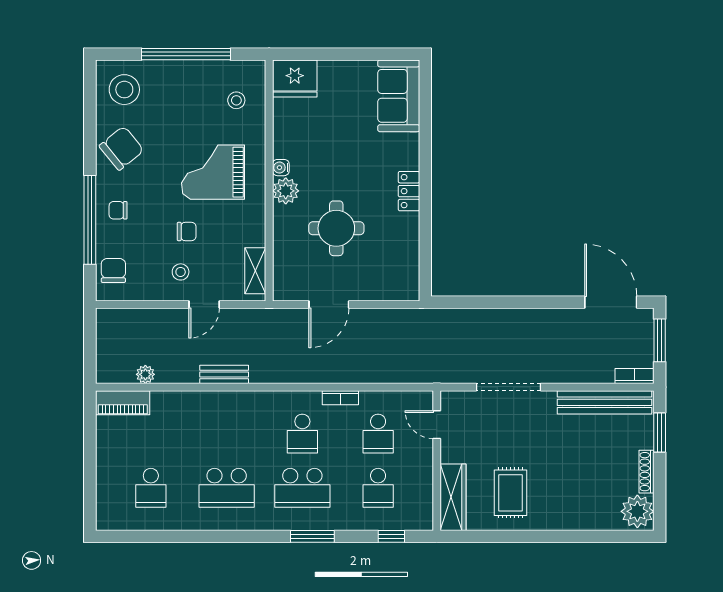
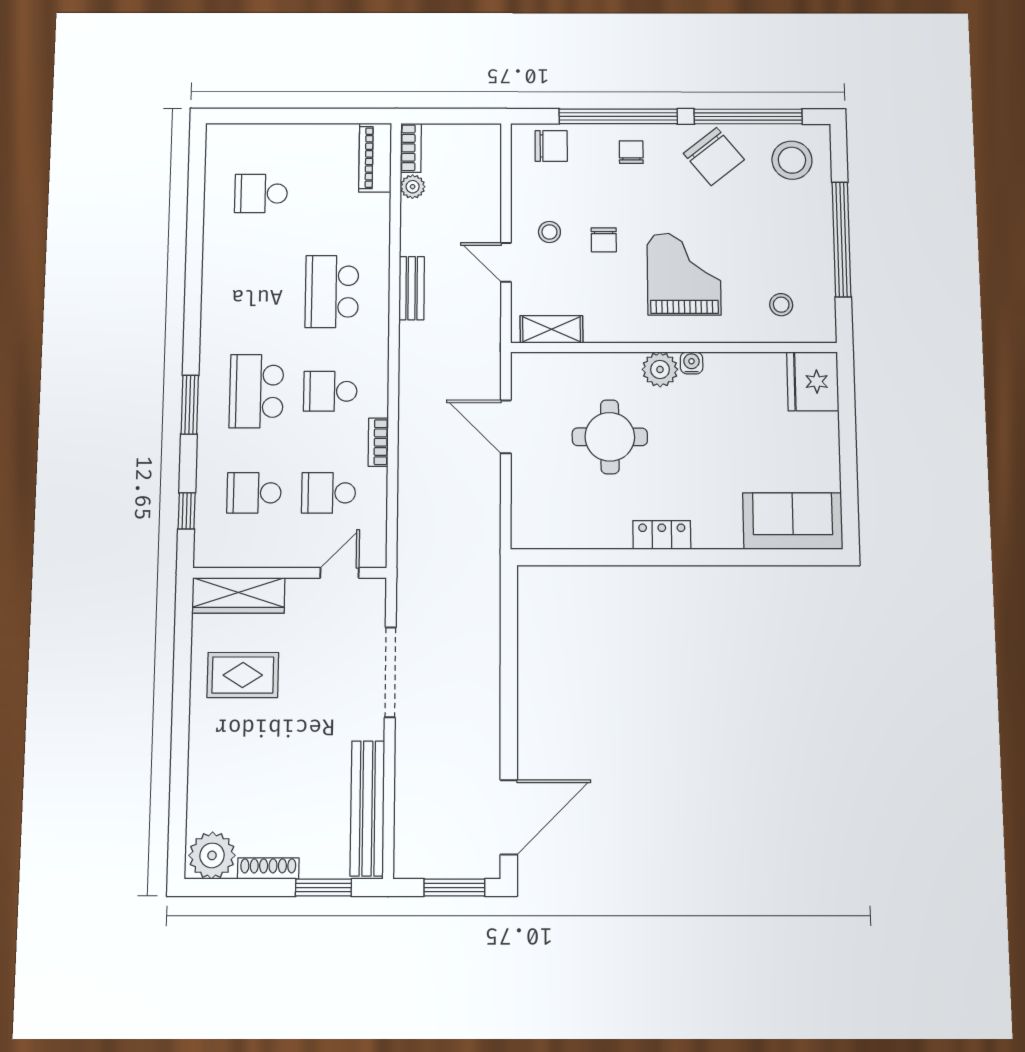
window: (90, 122) -> (748, 116), added
bookcase: (635, 376) -> (411, 148), moved
school desk: (227, 488) -> (332, 292), moved

